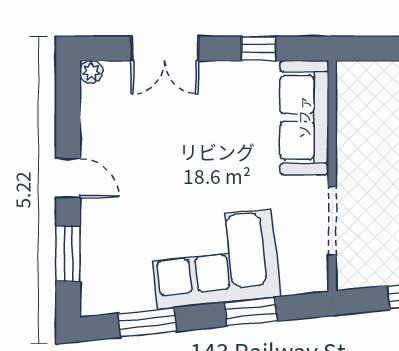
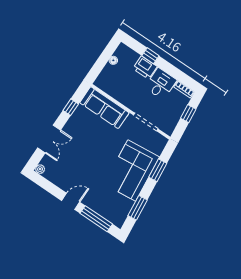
window: (68, 254) -> (96, 219), width x1.44

